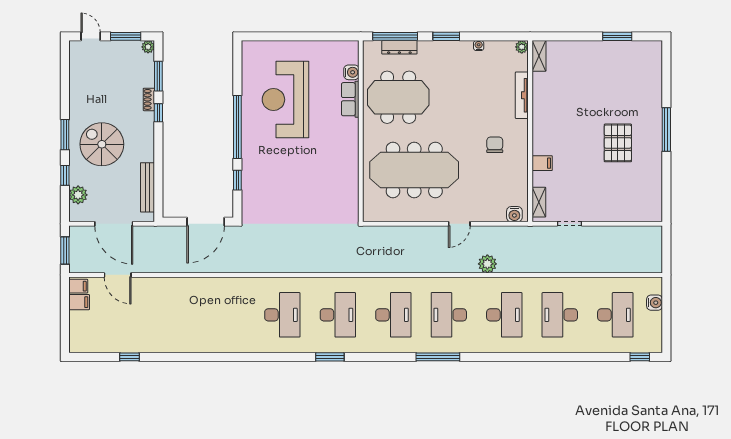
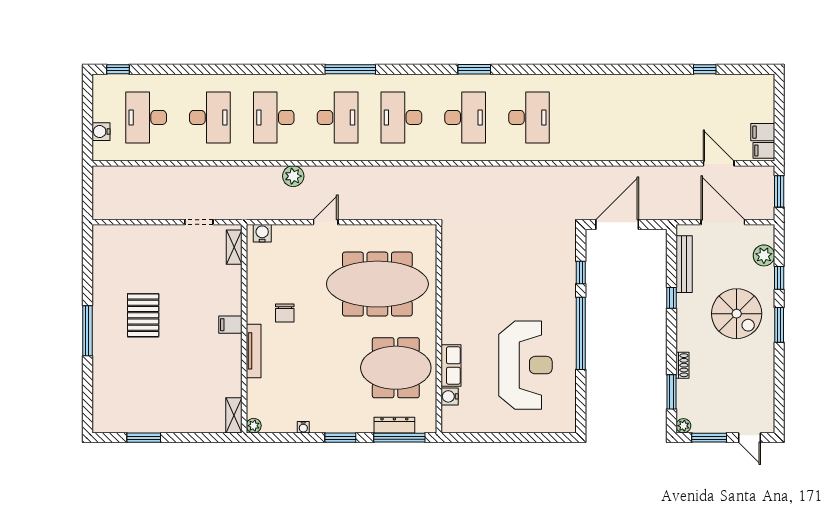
tv unit: (522, 95) -> (254, 351), moved
window: (158, 113) -> (672, 298), moved
filing cabinet: (542, 163) -> (230, 325), moved
desk: (282, 315) -> (529, 117), turned 180
desk: (338, 315) -> (465, 117), turned 180

